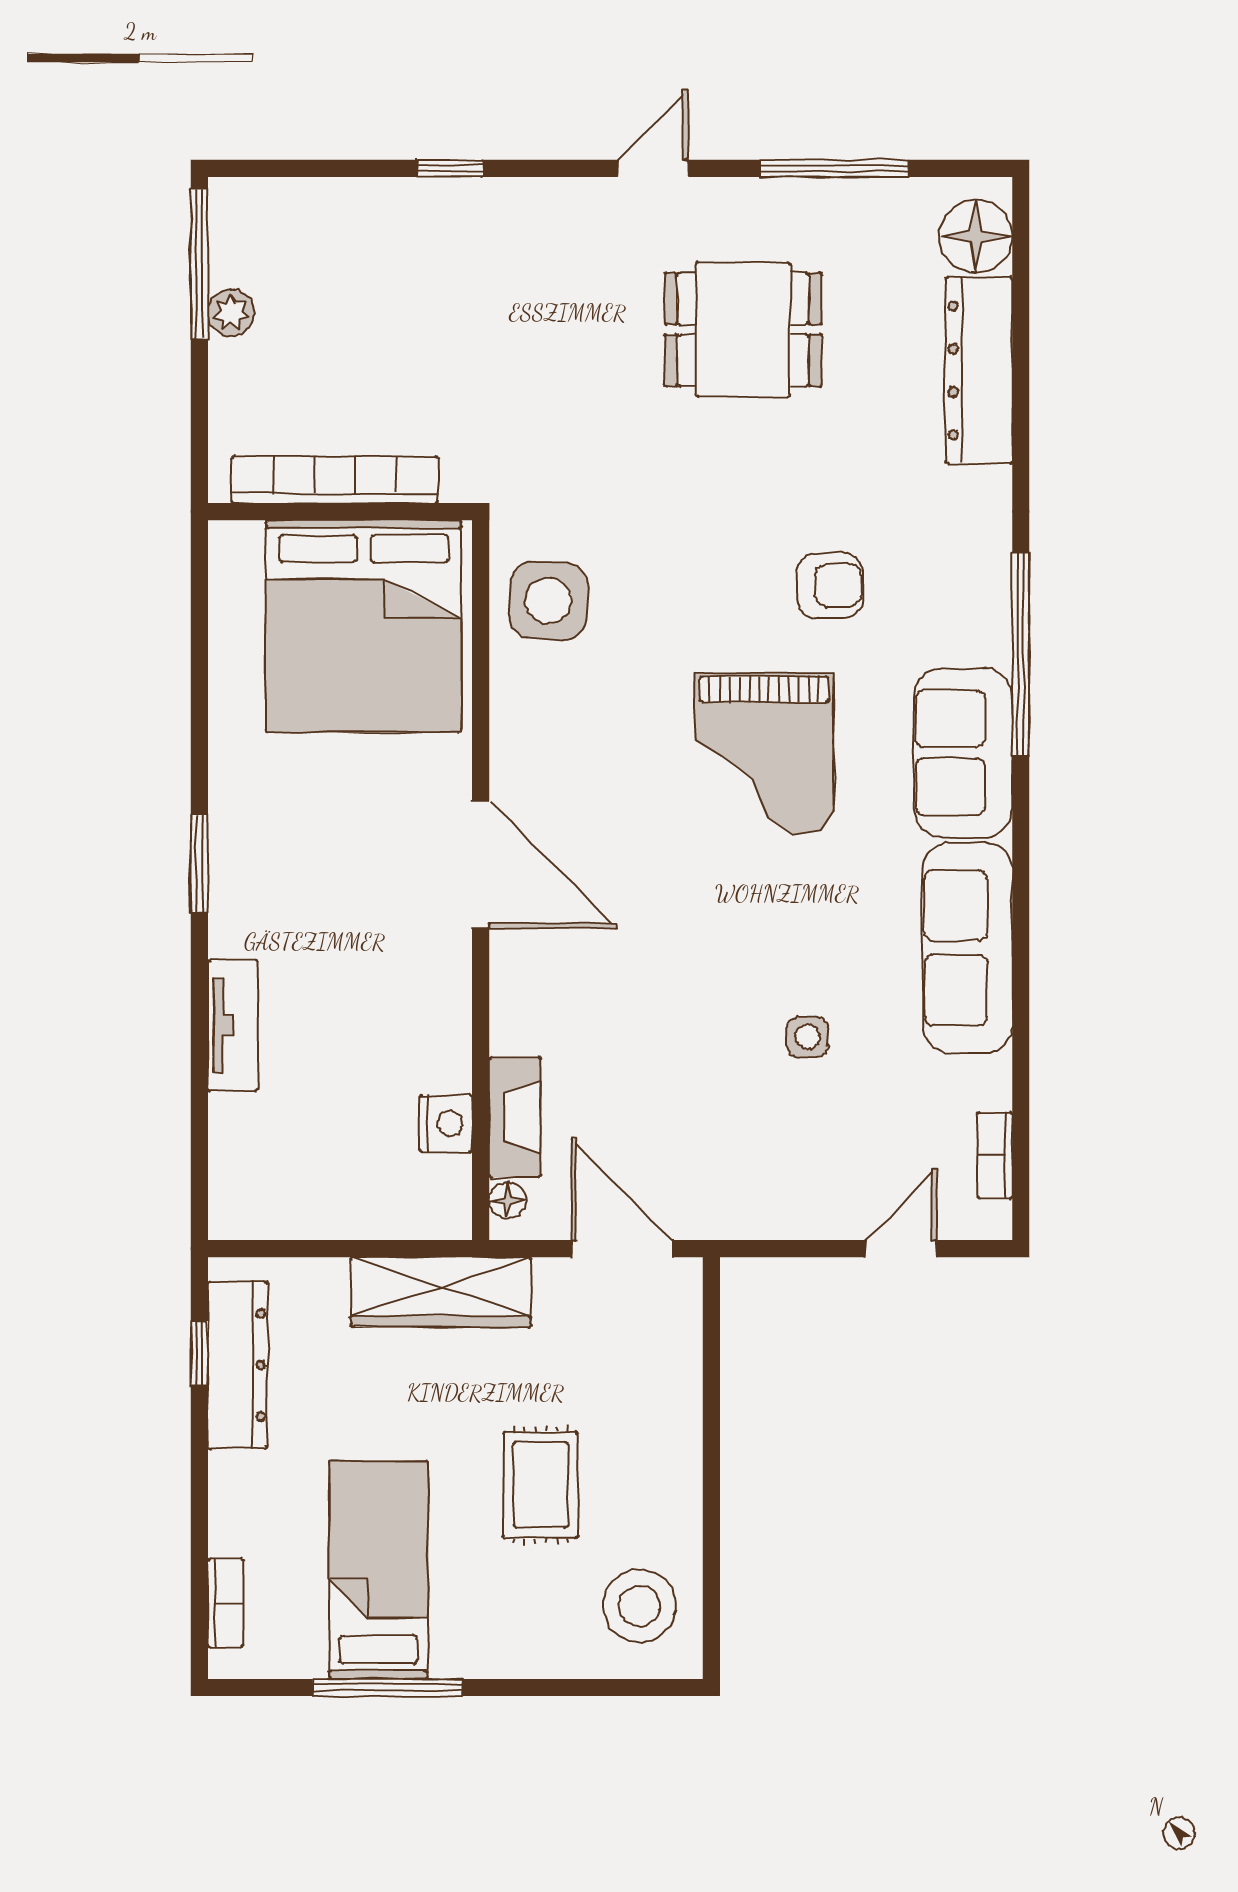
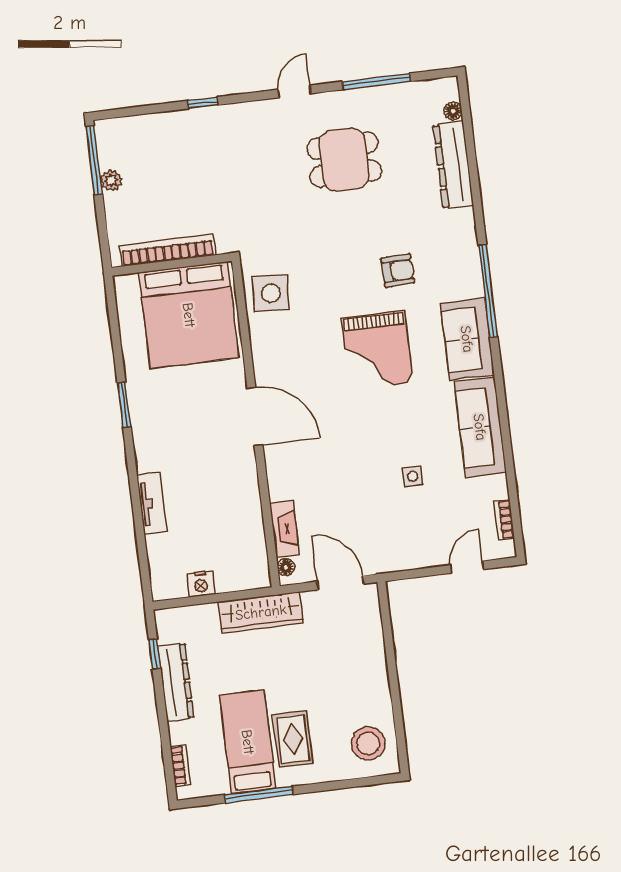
floor lamp: (976, 236) -> (453, 111), width x0.53, depth x0.53
window: (199, 864) -> (124, 405), moved
nightstand: (446, 1123) -> (201, 584), moved, turned 90
dresser: (238, 1365) -> (176, 682), moved
rug: (540, 1485) -> (293, 739), moved

